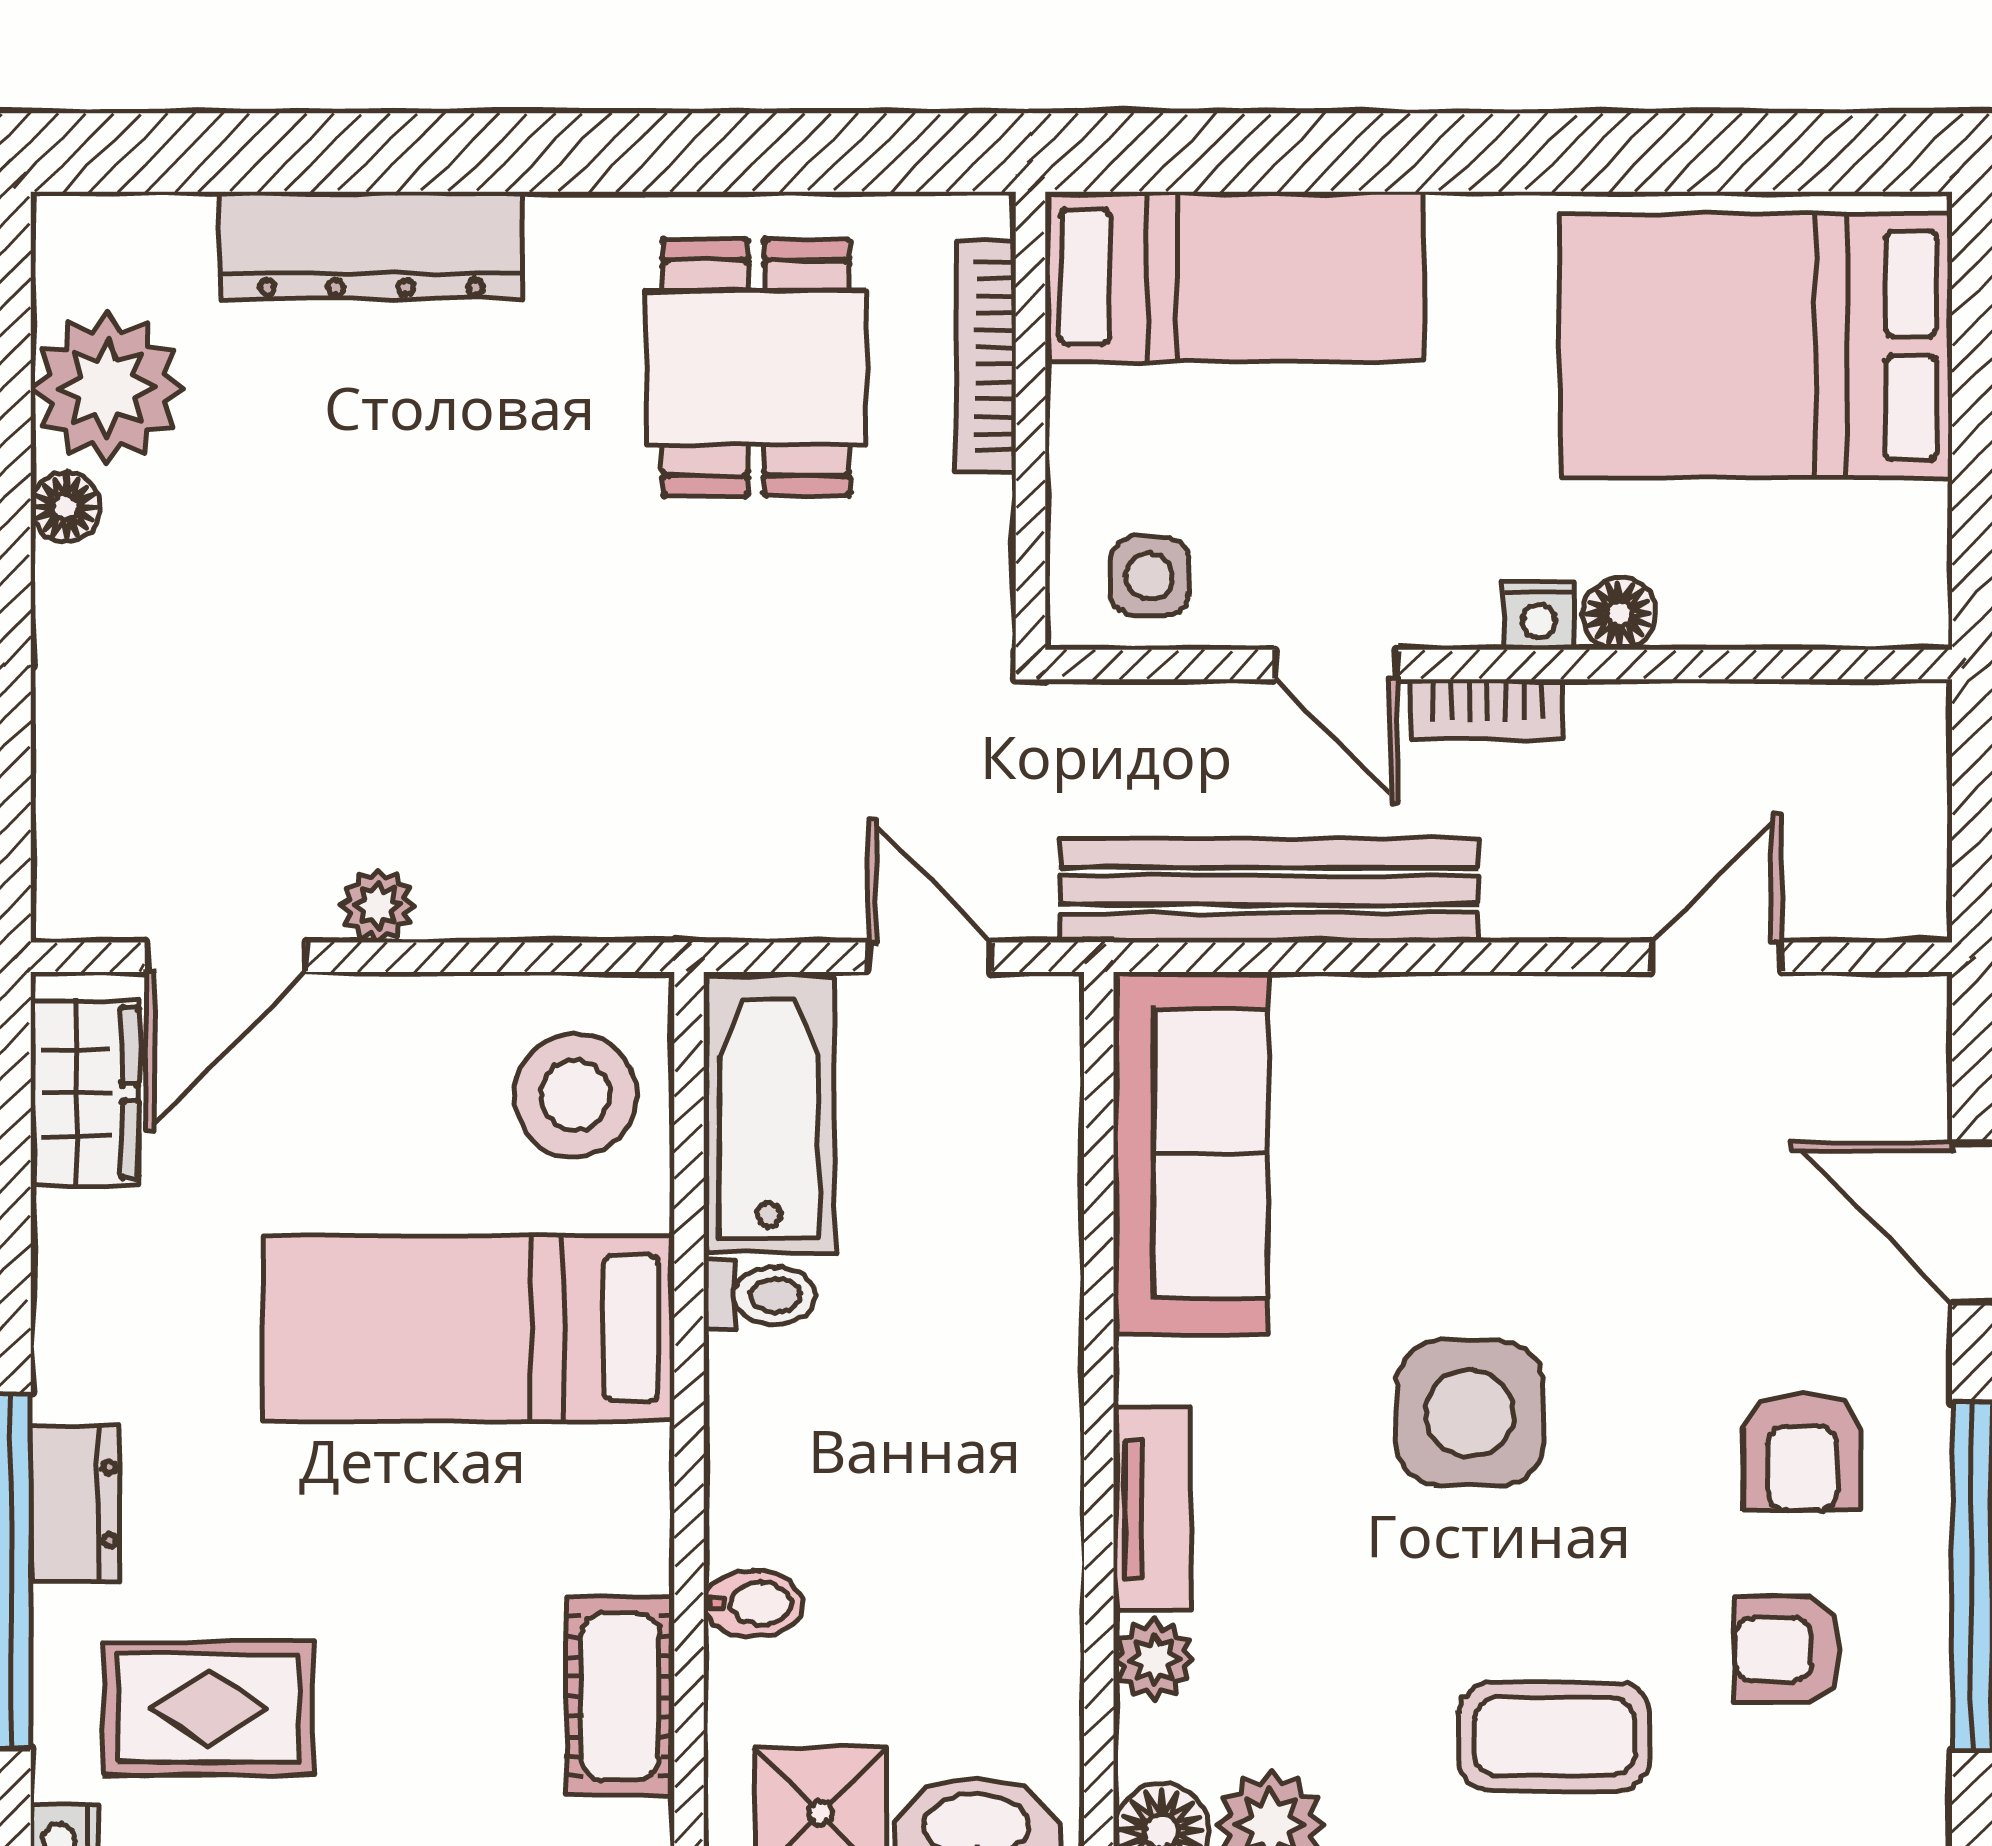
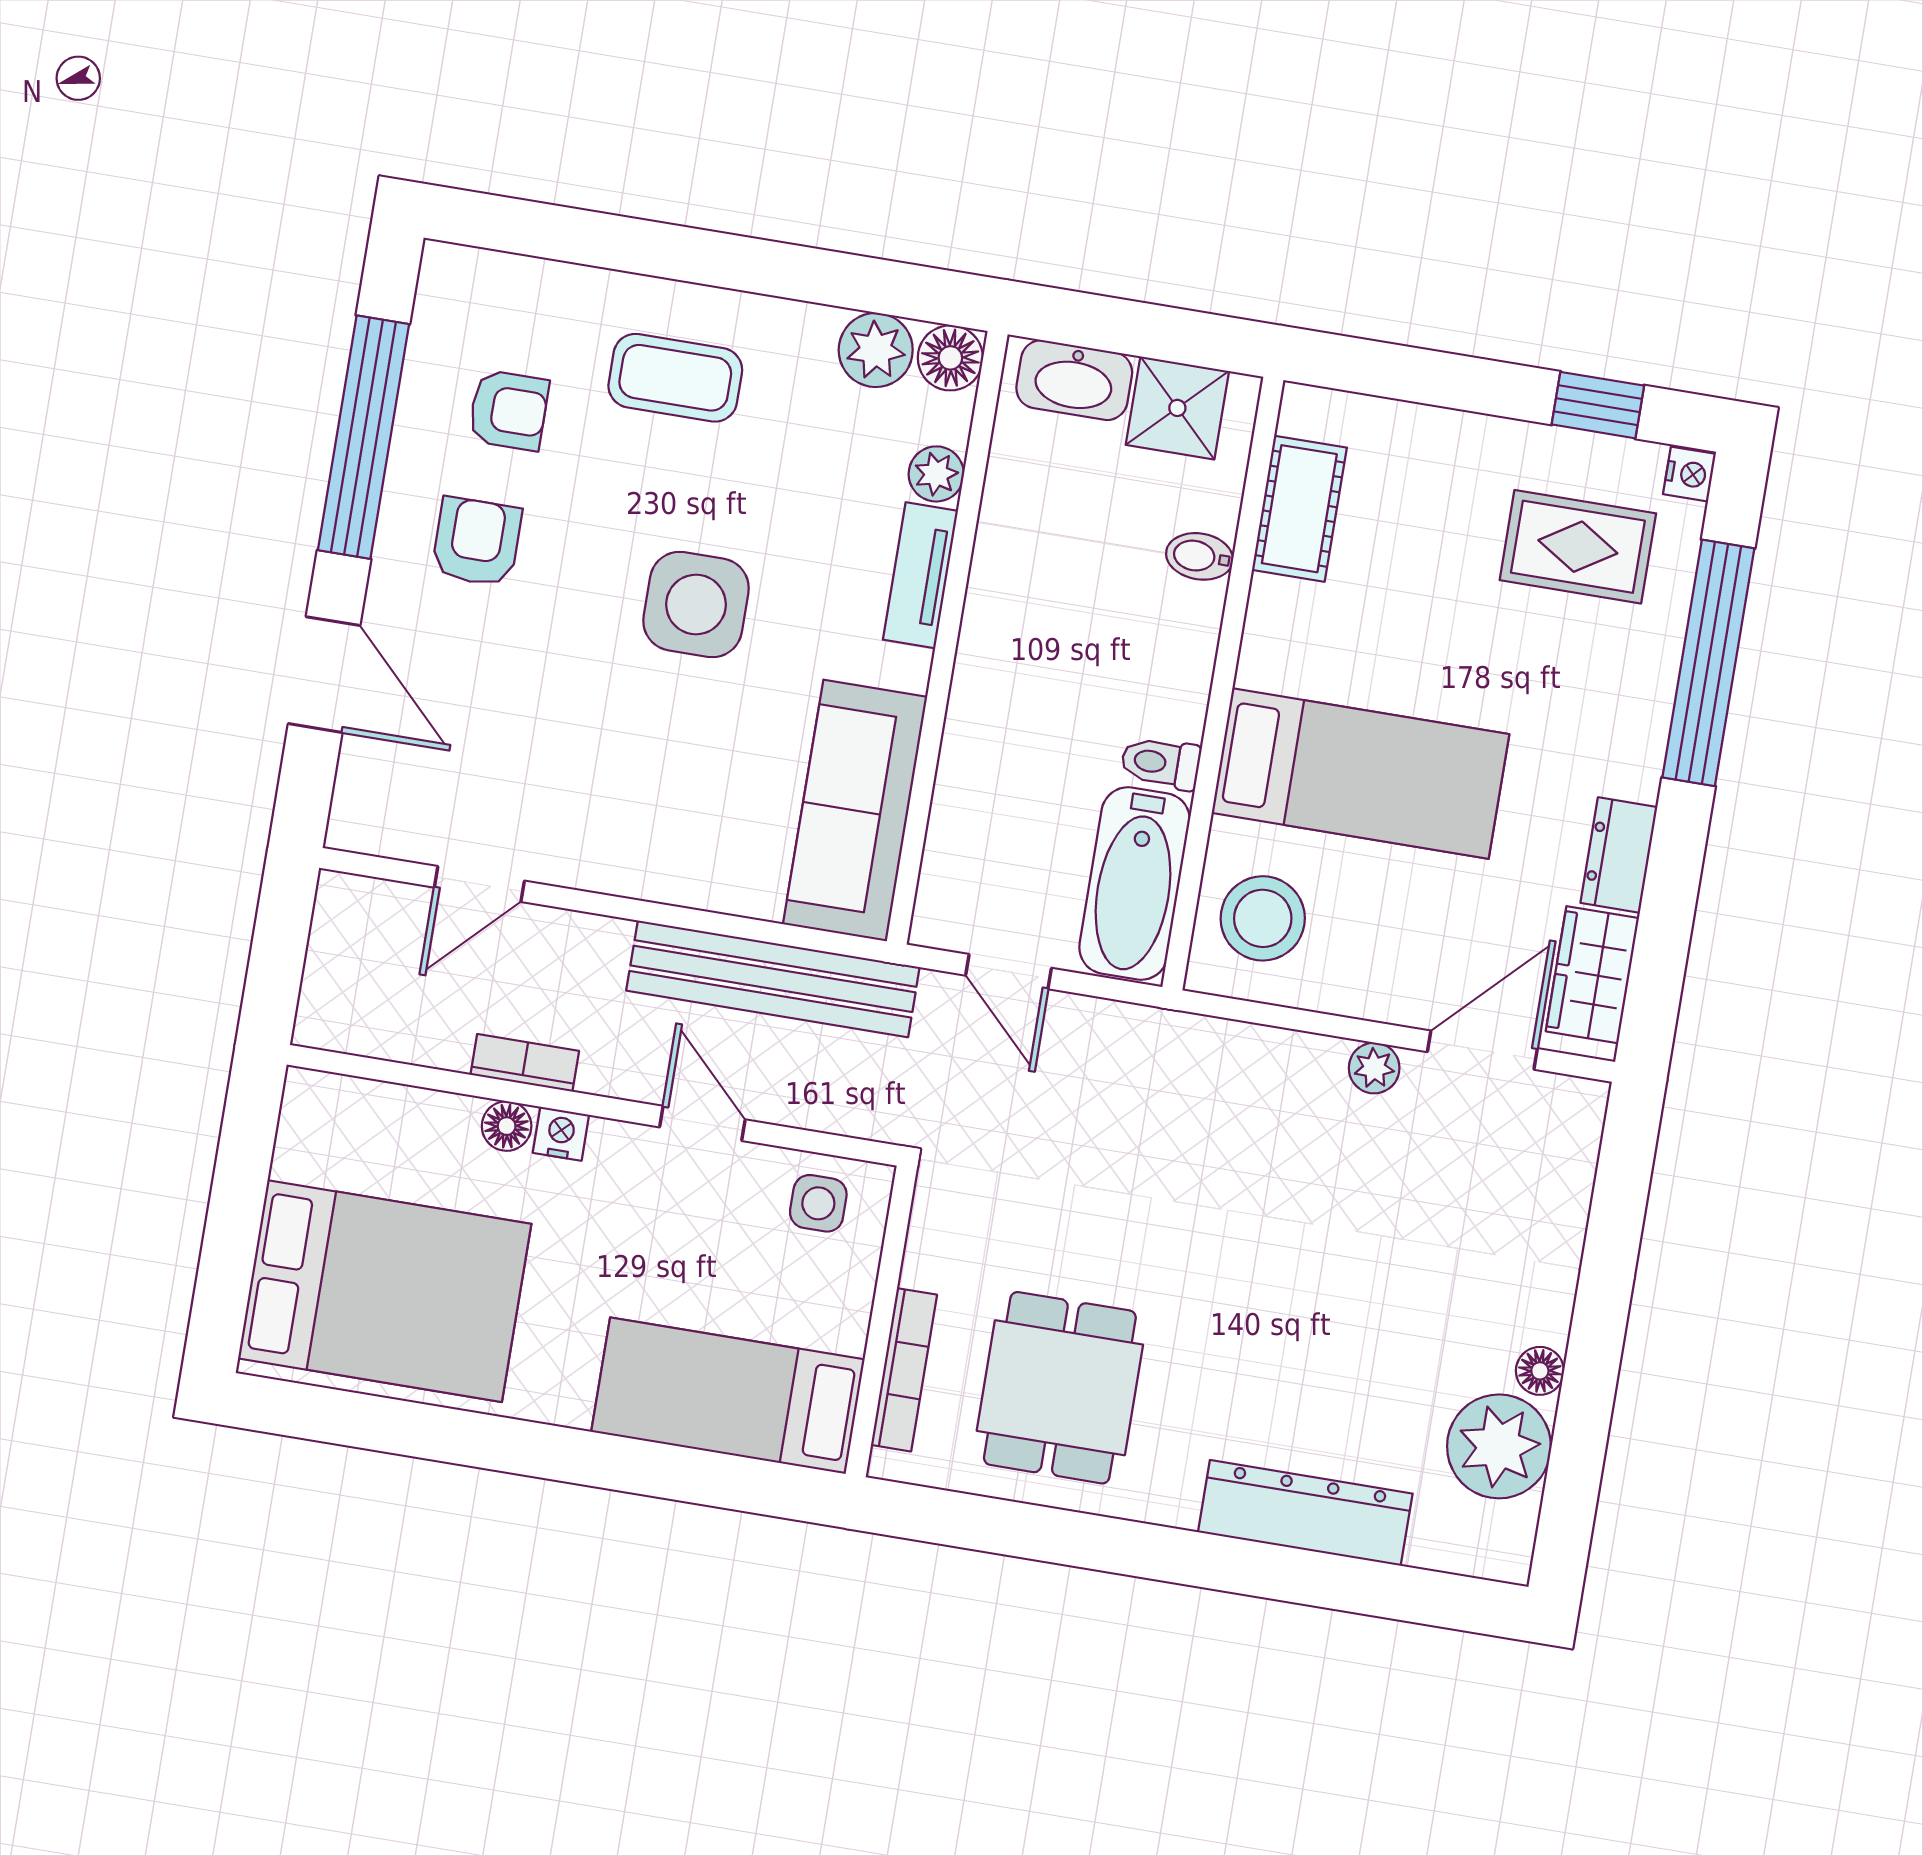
bookcase: (1488, 709) -> (525, 1063), moved
dresser: (75, 1504) -> (1619, 855), moved

